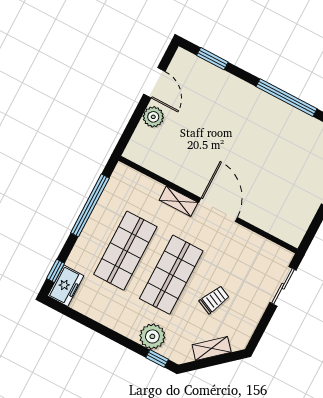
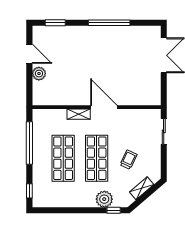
freezer: (66, 286) -> (40, 196), removed

